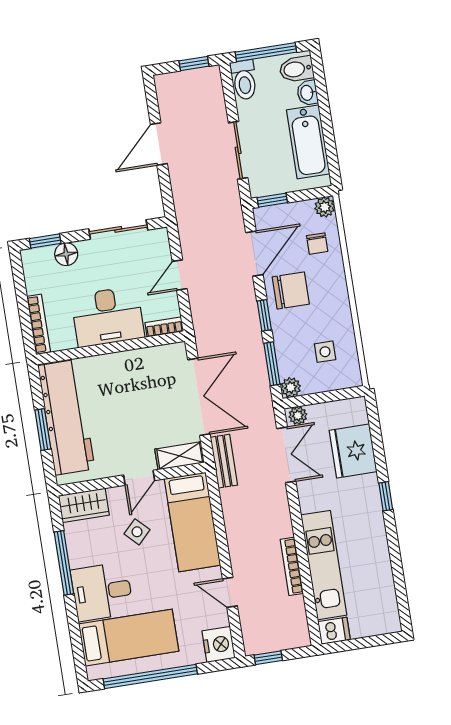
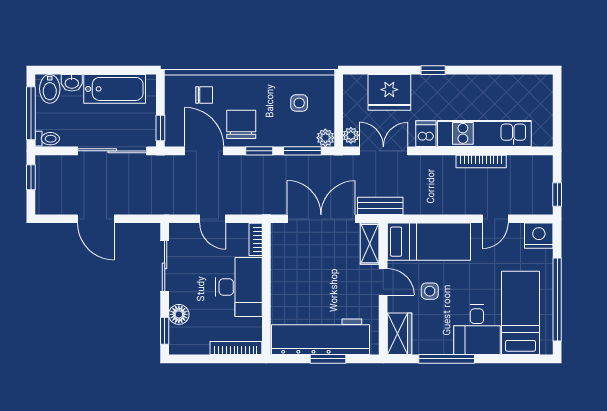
toilet: (244, 80) -> (47, 139), width x0.73, depth x0.72
sliding door: (238, 150) -> (112, 151), width x1.37
plant: (325, 207) -> (173, 83), removed
side table: (137, 532) -> (430, 291), turned 45
dishwasher: (334, 631) -> (426, 134), moved

